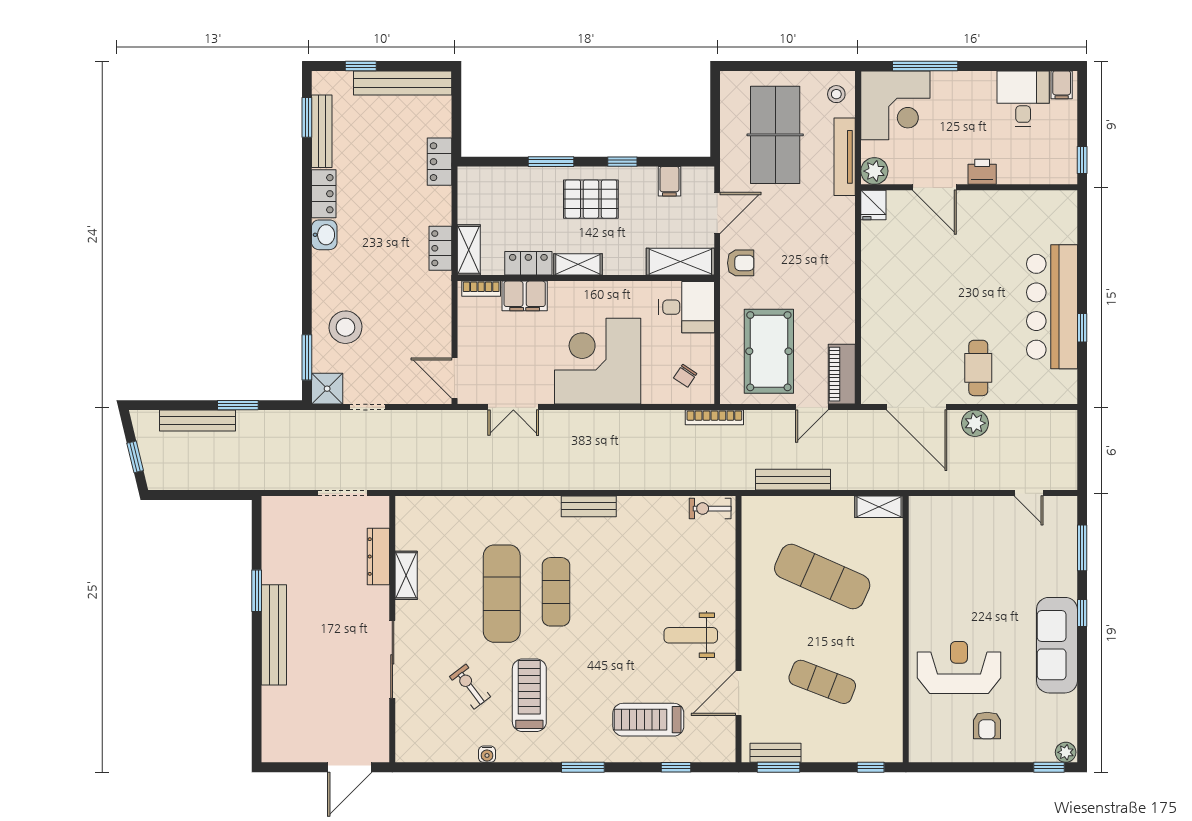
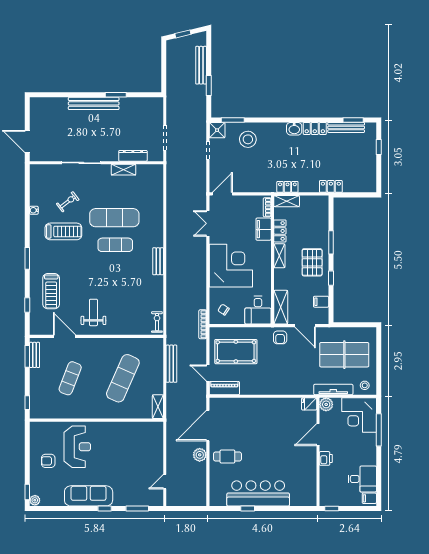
bench: (403, 83) -> (370, 168), removed
treadmill: (648, 720) -> (51, 291), turned 180

